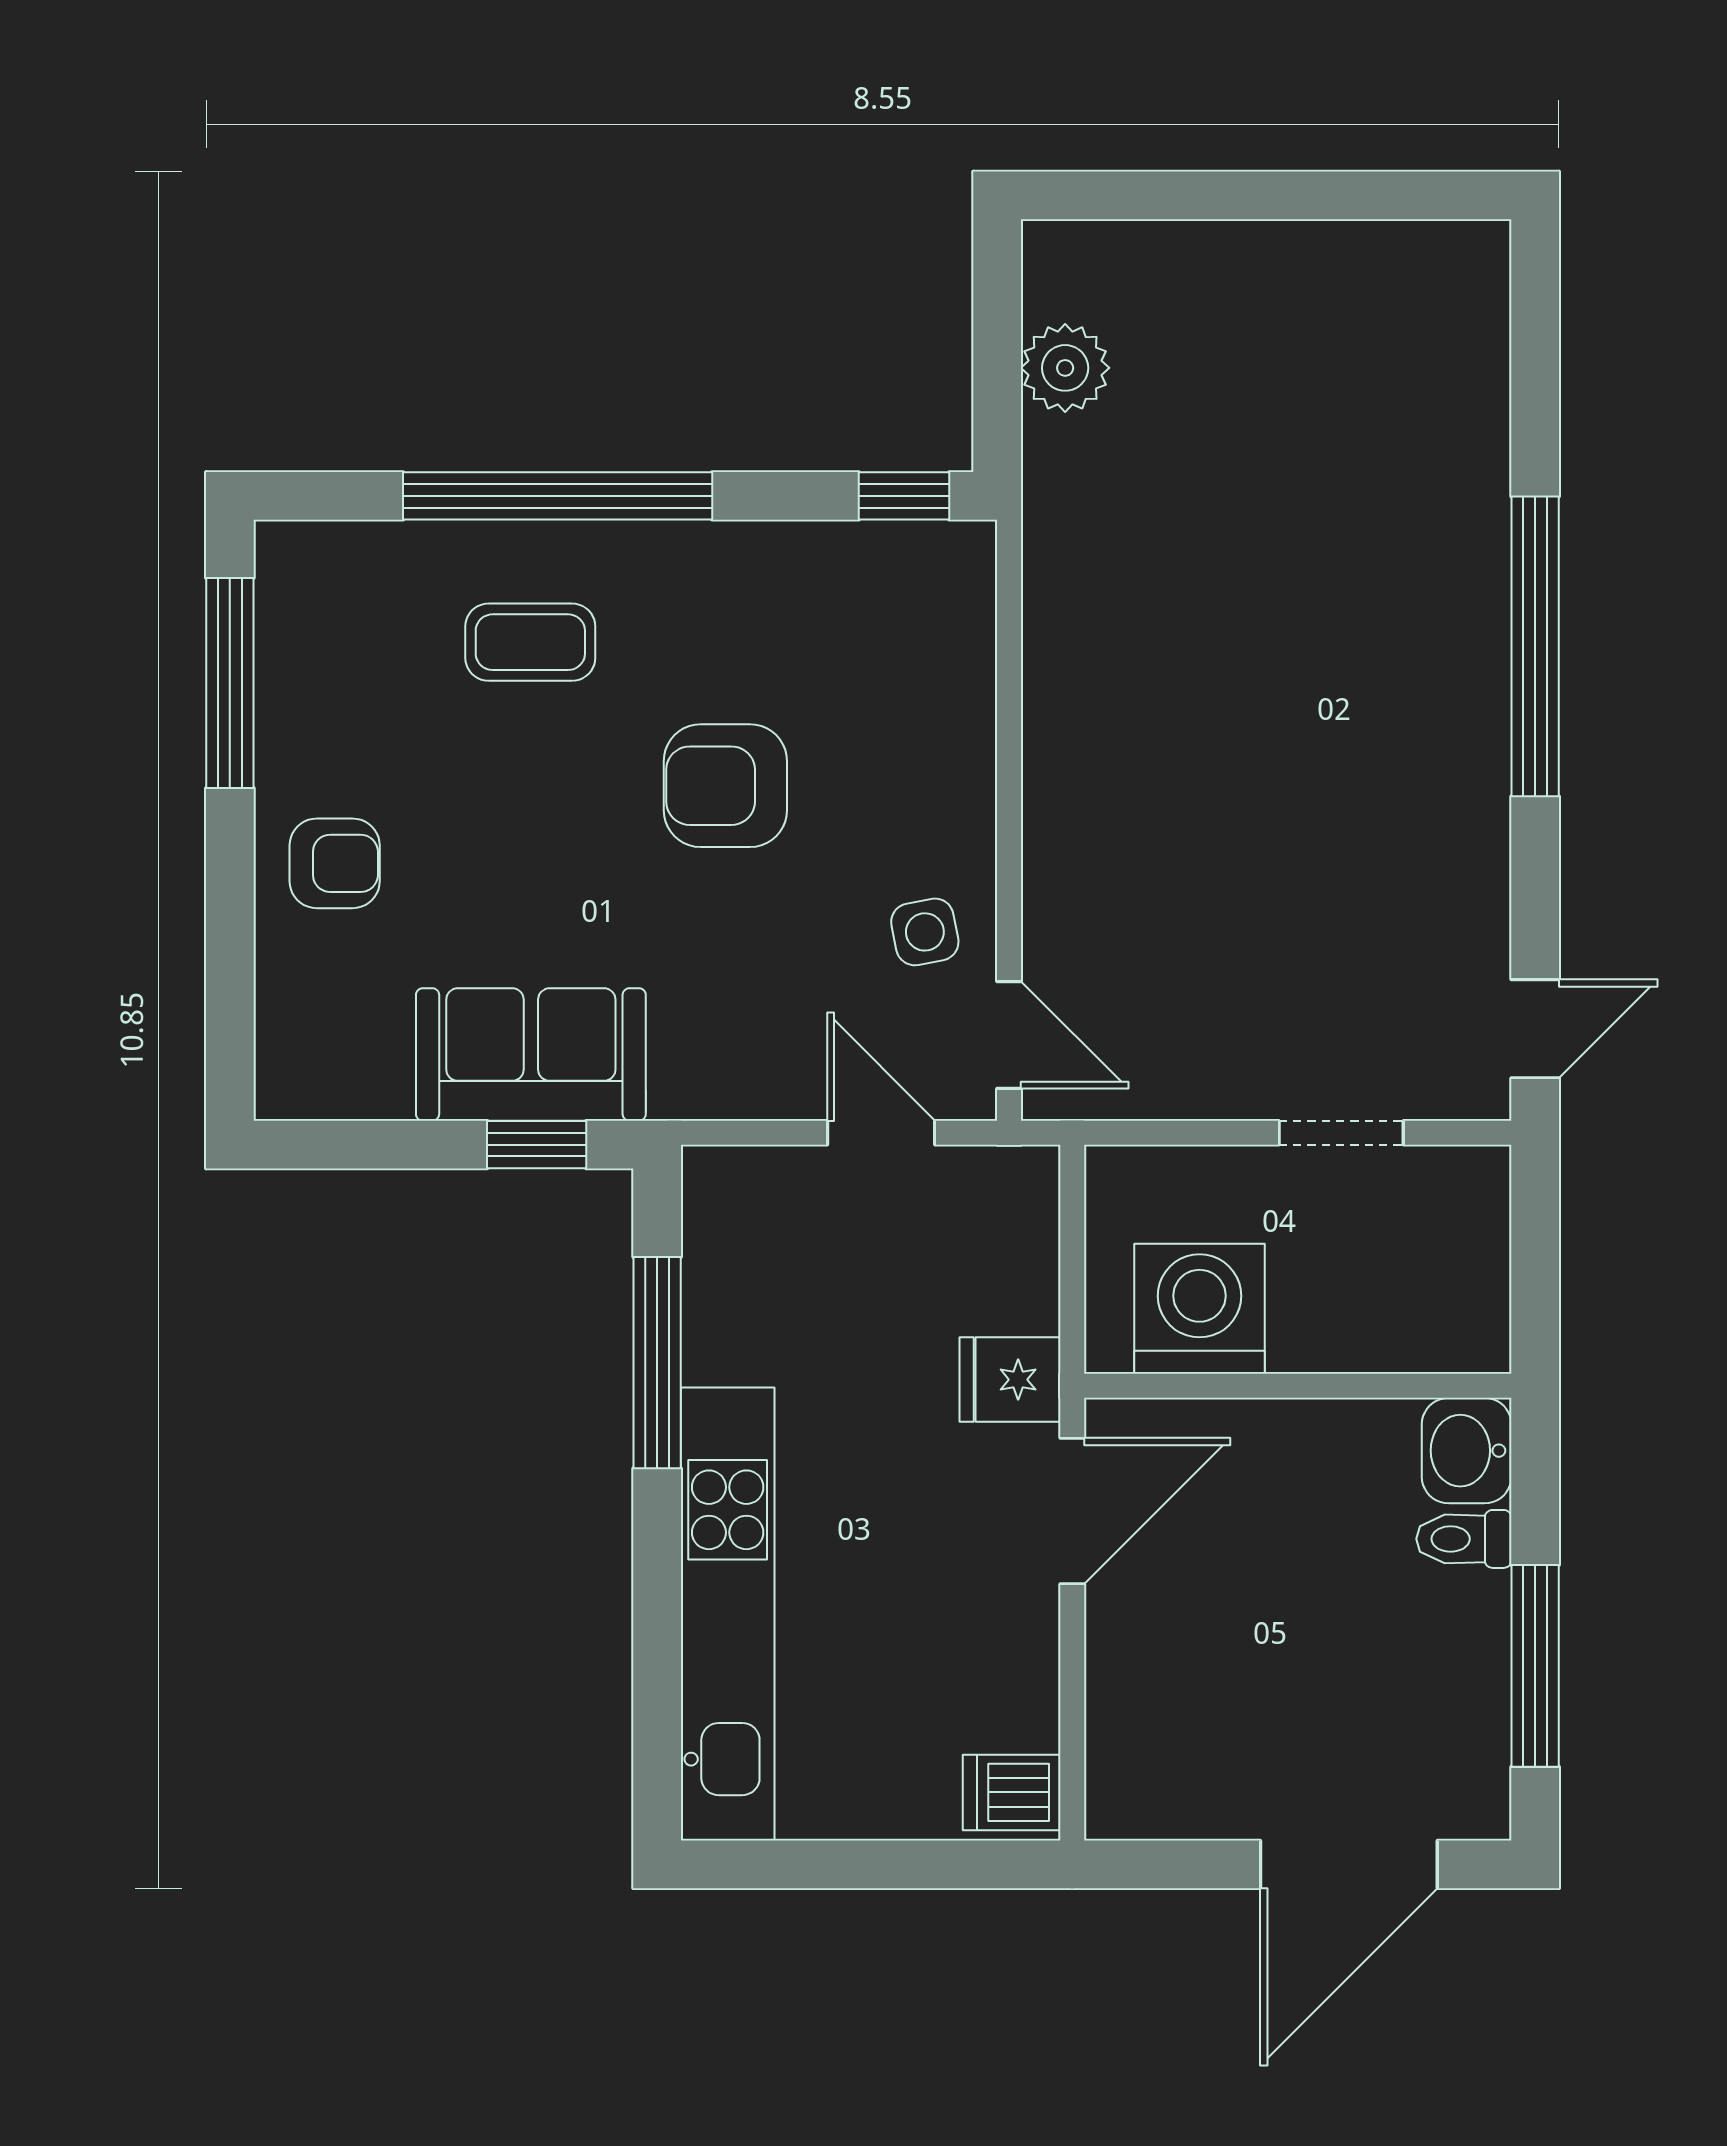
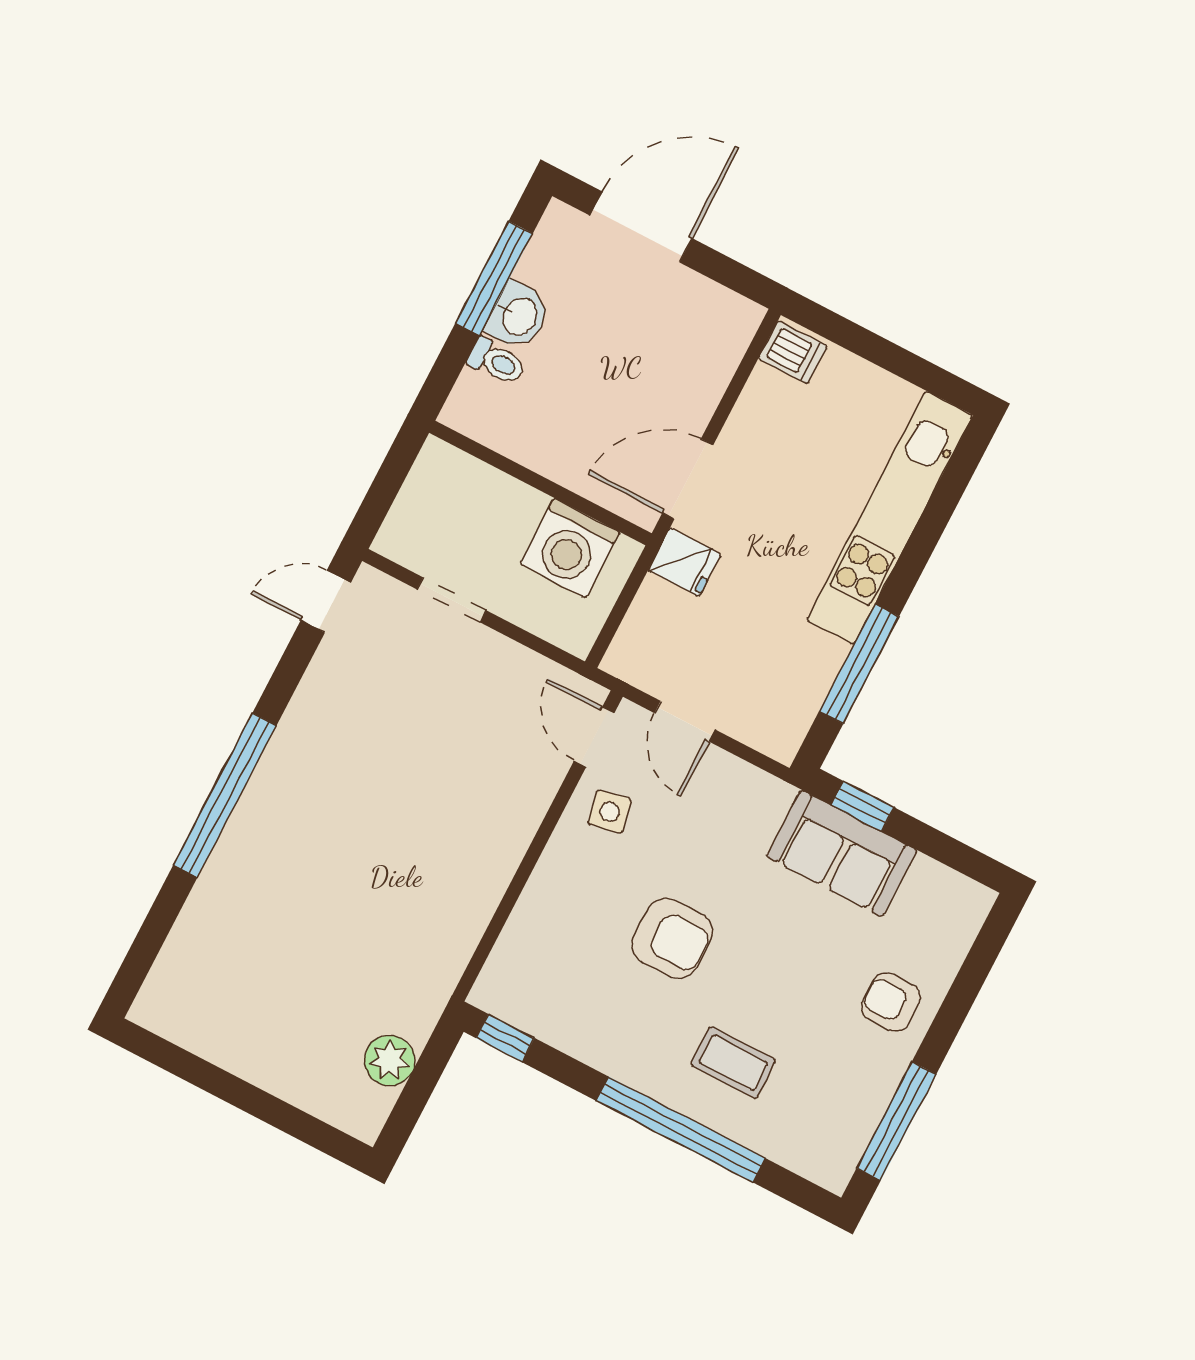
washbasin: (1467, 1451) -> (519, 316), moved

